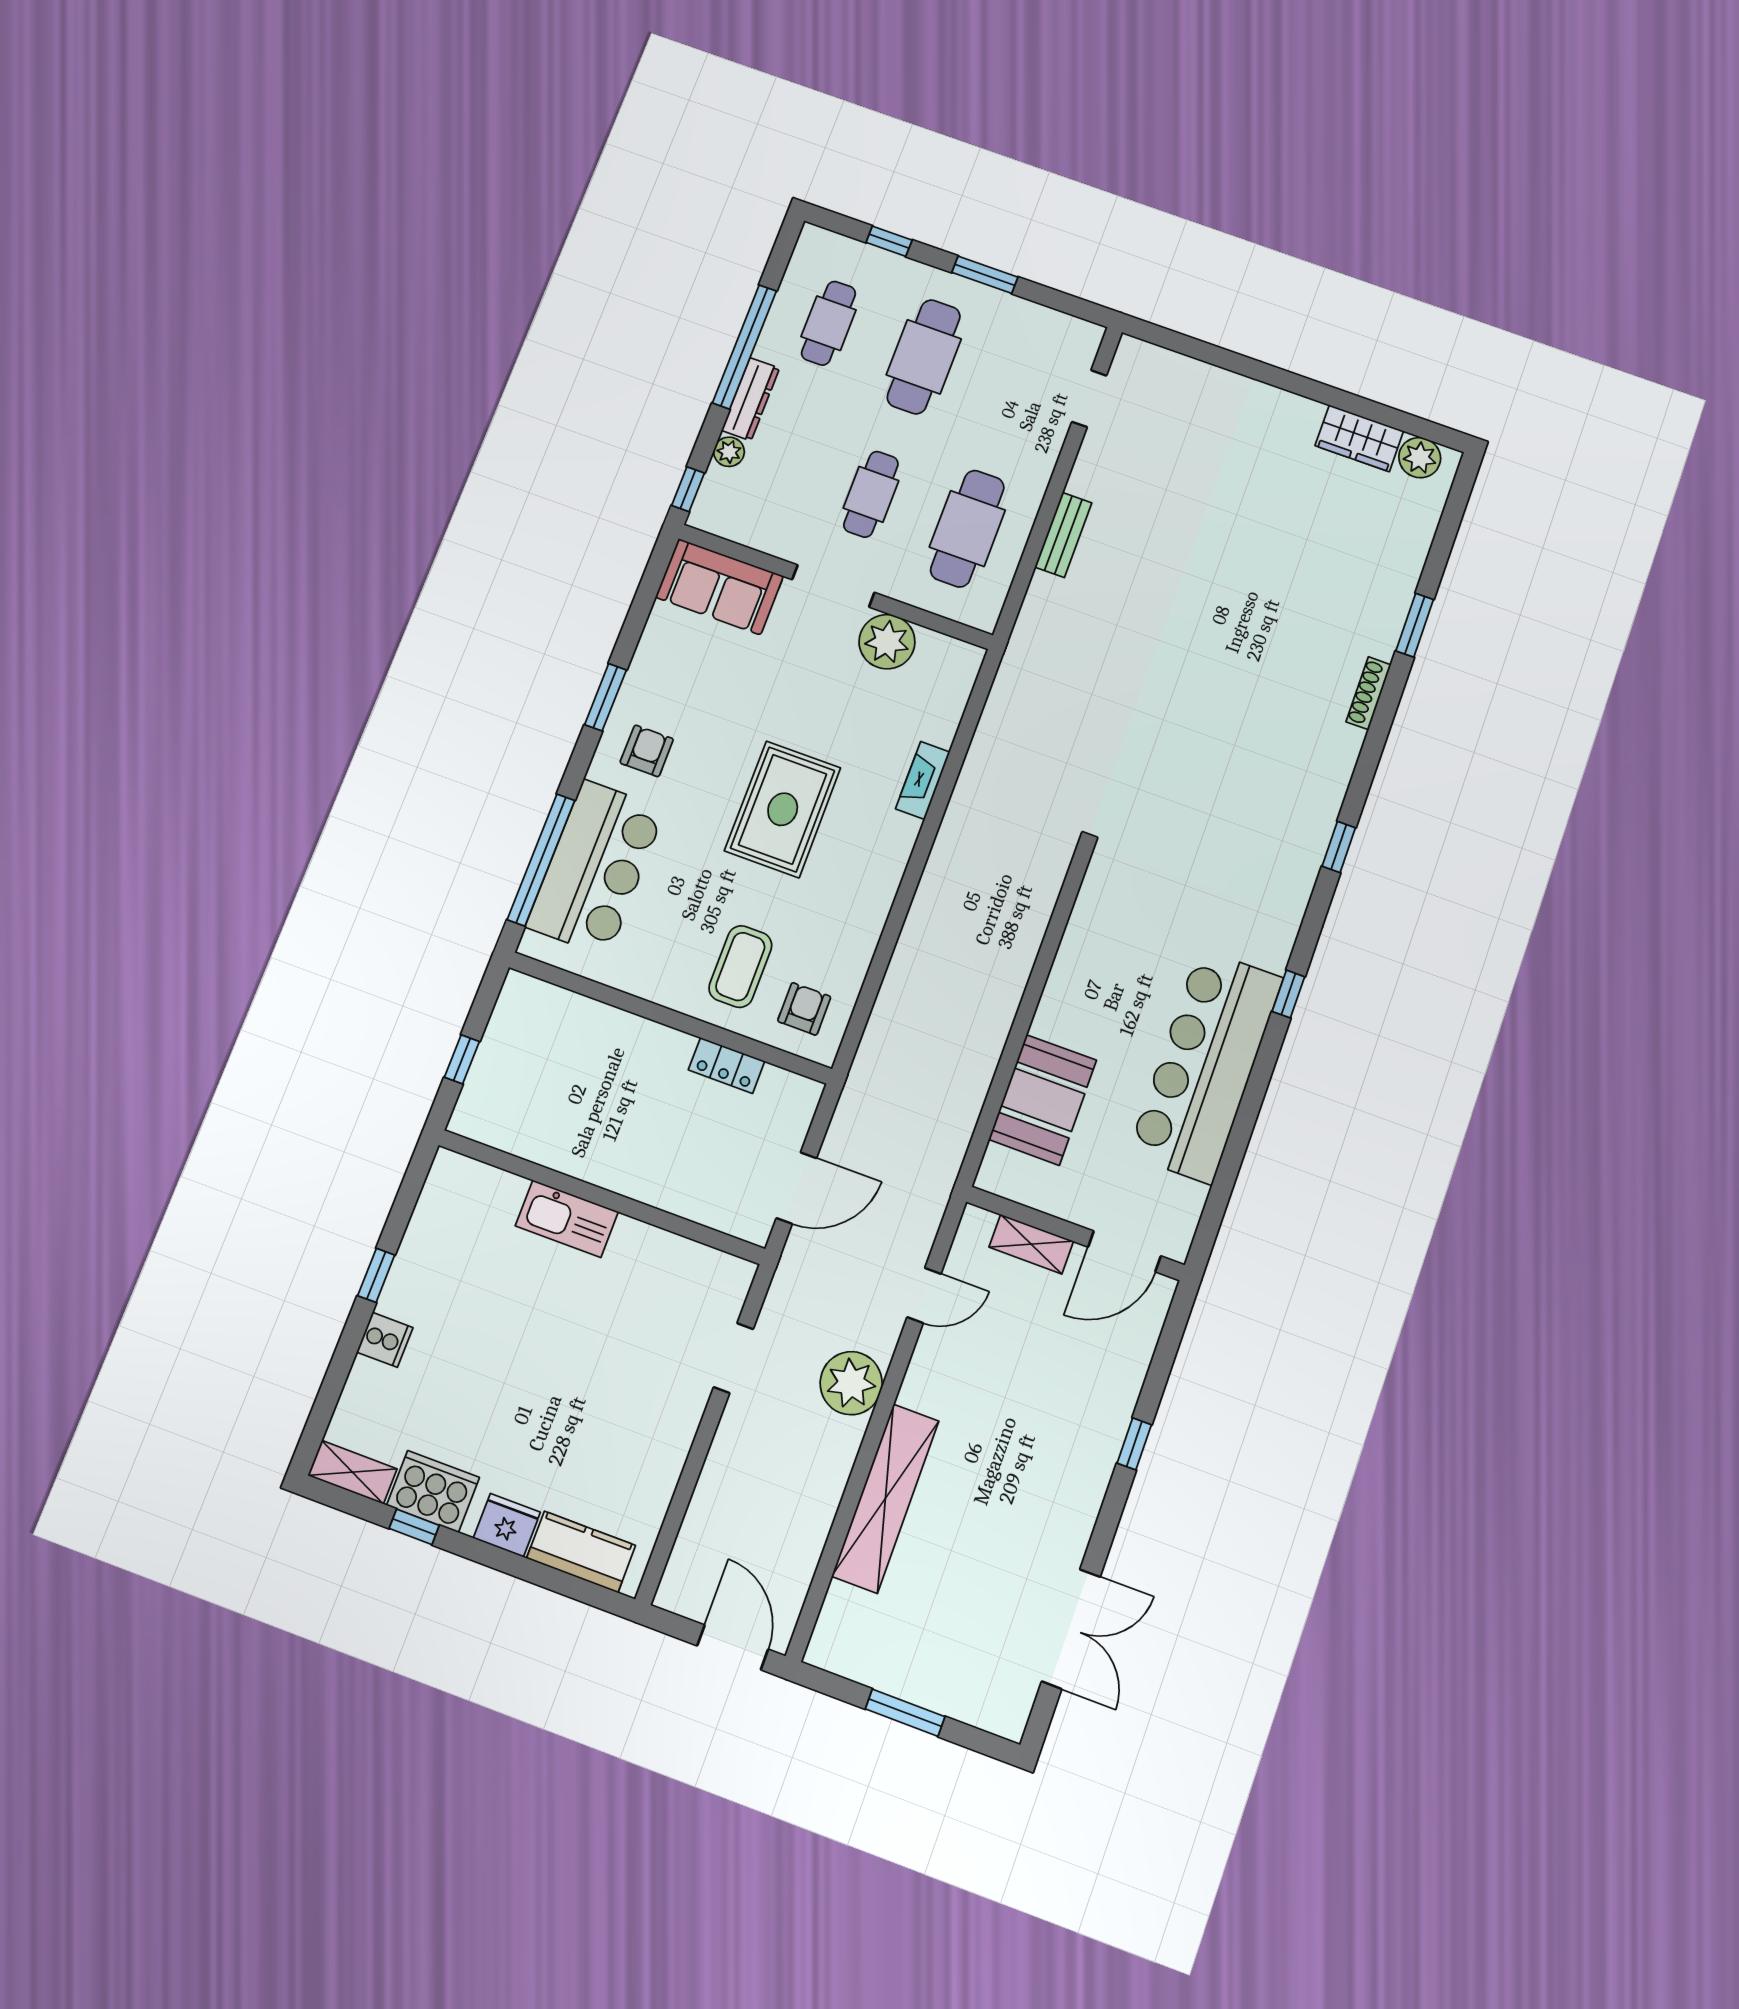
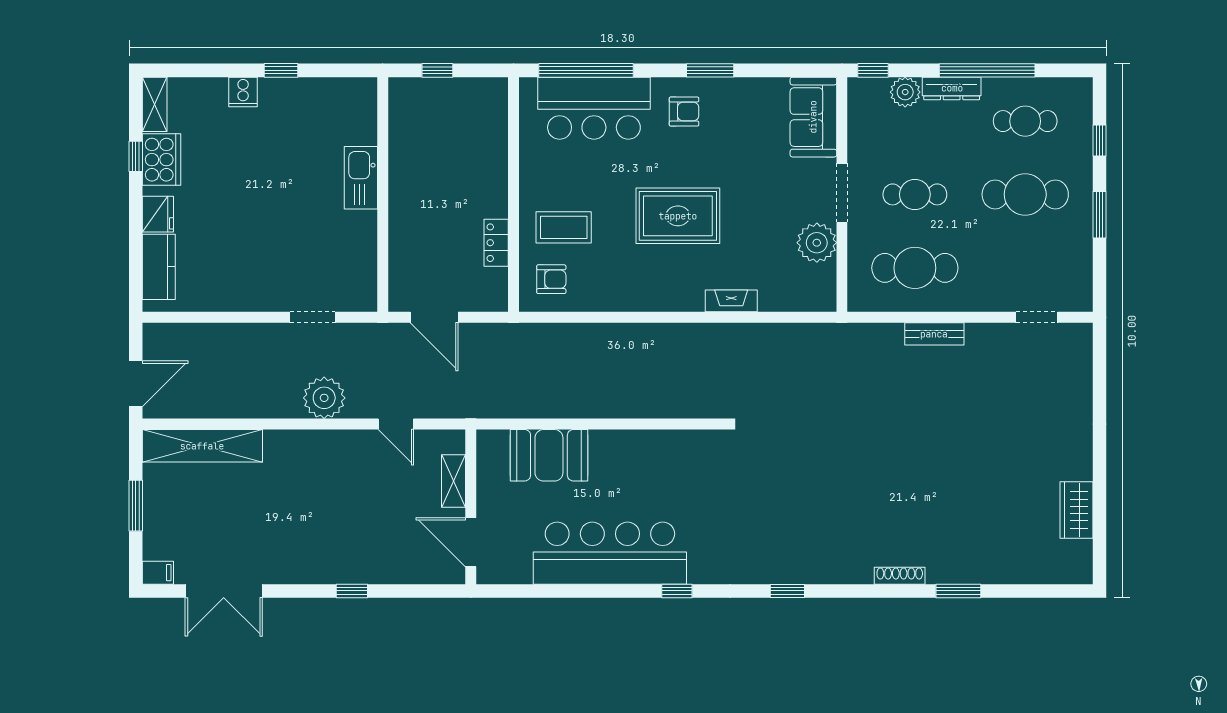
plant: (729, 452) -> (905, 92), width x1.38, depth x1.38
plant: (1420, 458) -> (1078, 555), removed
shelving: (885, 1498) -> (202, 446), moved
filing cabinet: (1012, 1716) -> (158, 573), added

